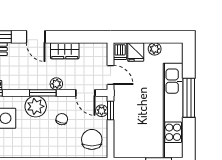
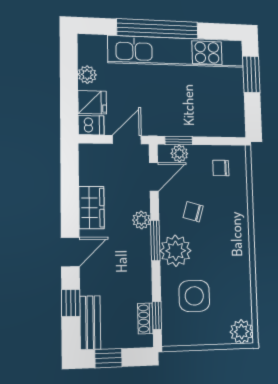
window: (189, 98) -> (158, 29), width x1.46
chair: (92, 139) -> (221, 168), width x0.54, depth x0.54

